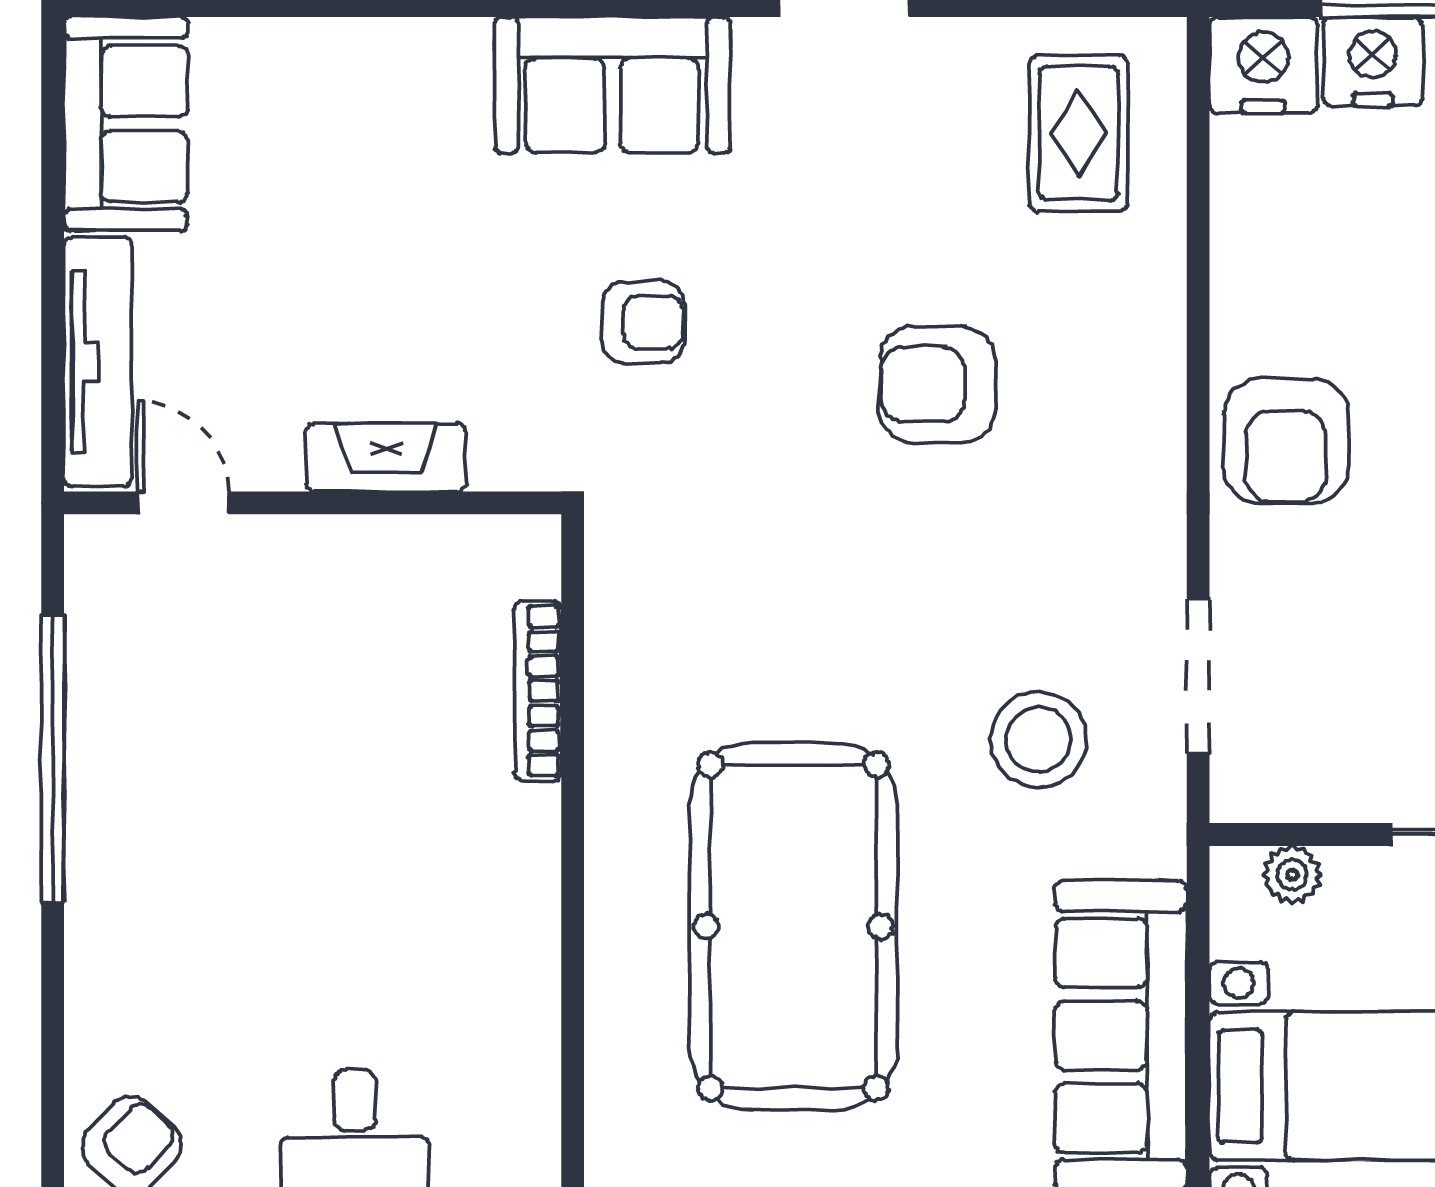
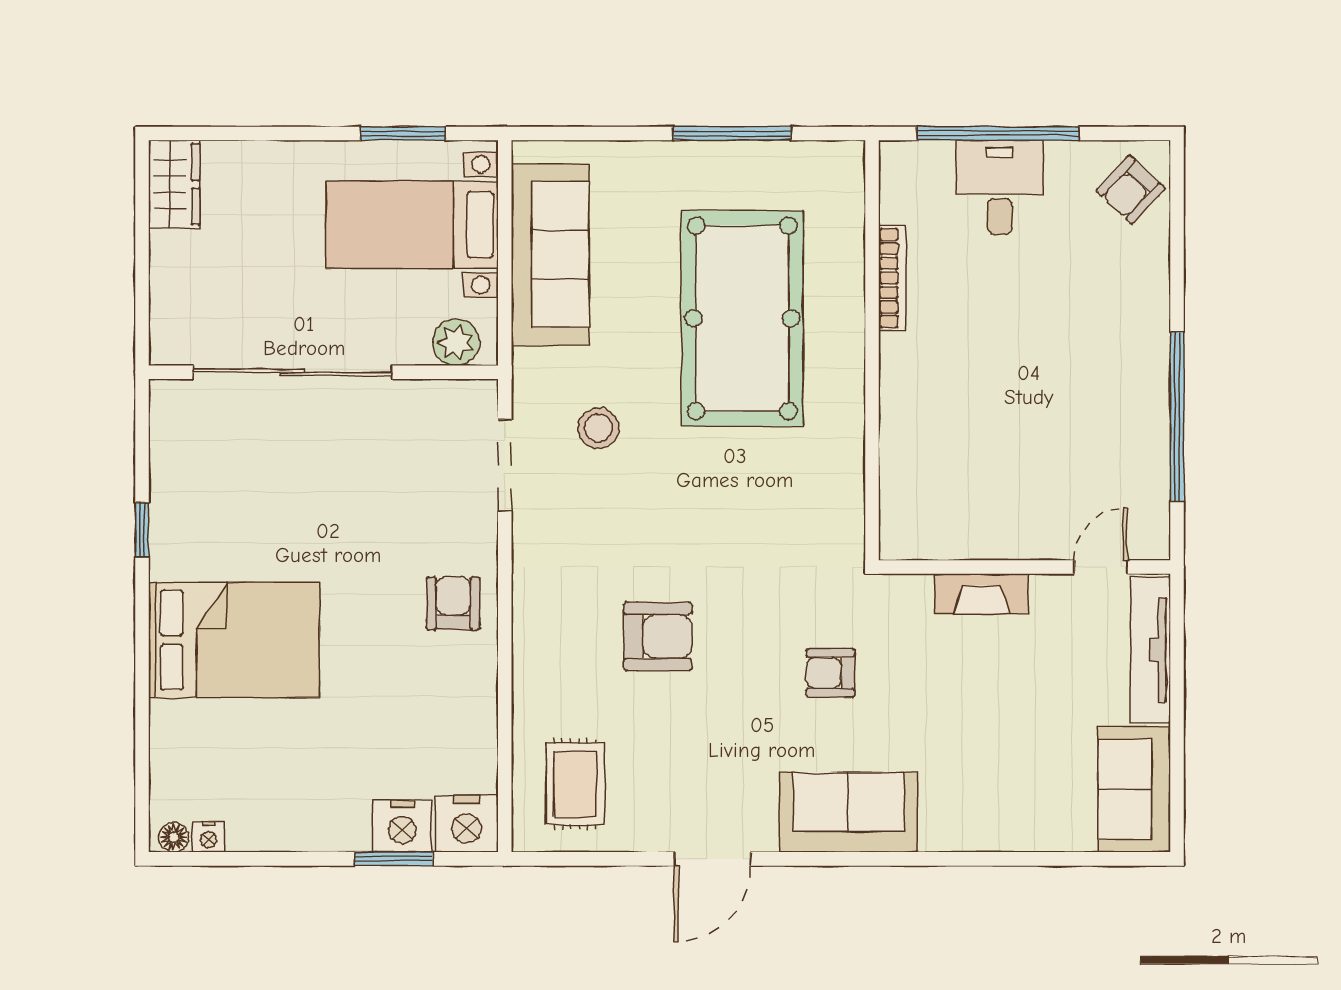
armchair: (1286, 441) -> (453, 603), width x0.72, depth x0.72
door: (183, 503) -> (1101, 567), swing flipped
bookcase: (538, 691) -> (892, 278), moved
stool: (1038, 739) -> (598, 428), width x0.73, depth x0.73
plant: (1292, 875) -> (456, 342), width x1.38, depth x1.38

